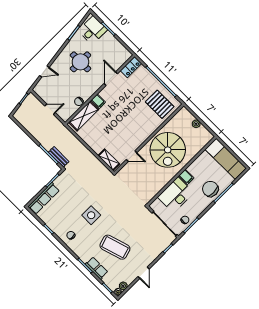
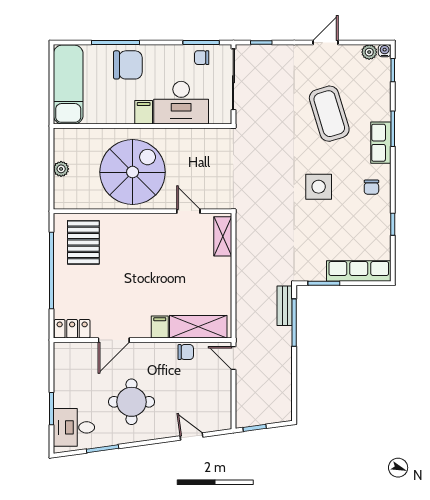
door: (50, 109) -> (233, 358), moved
chair: (210, 189) -> (128, 65), turned -90
row of seats: (97, 268) -> (381, 143), moved

